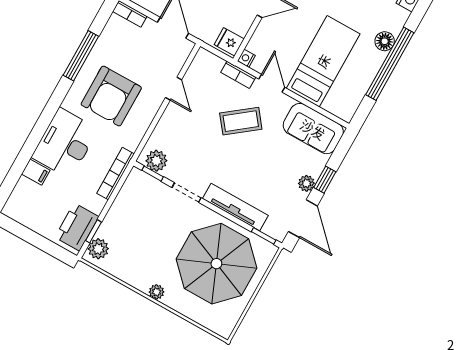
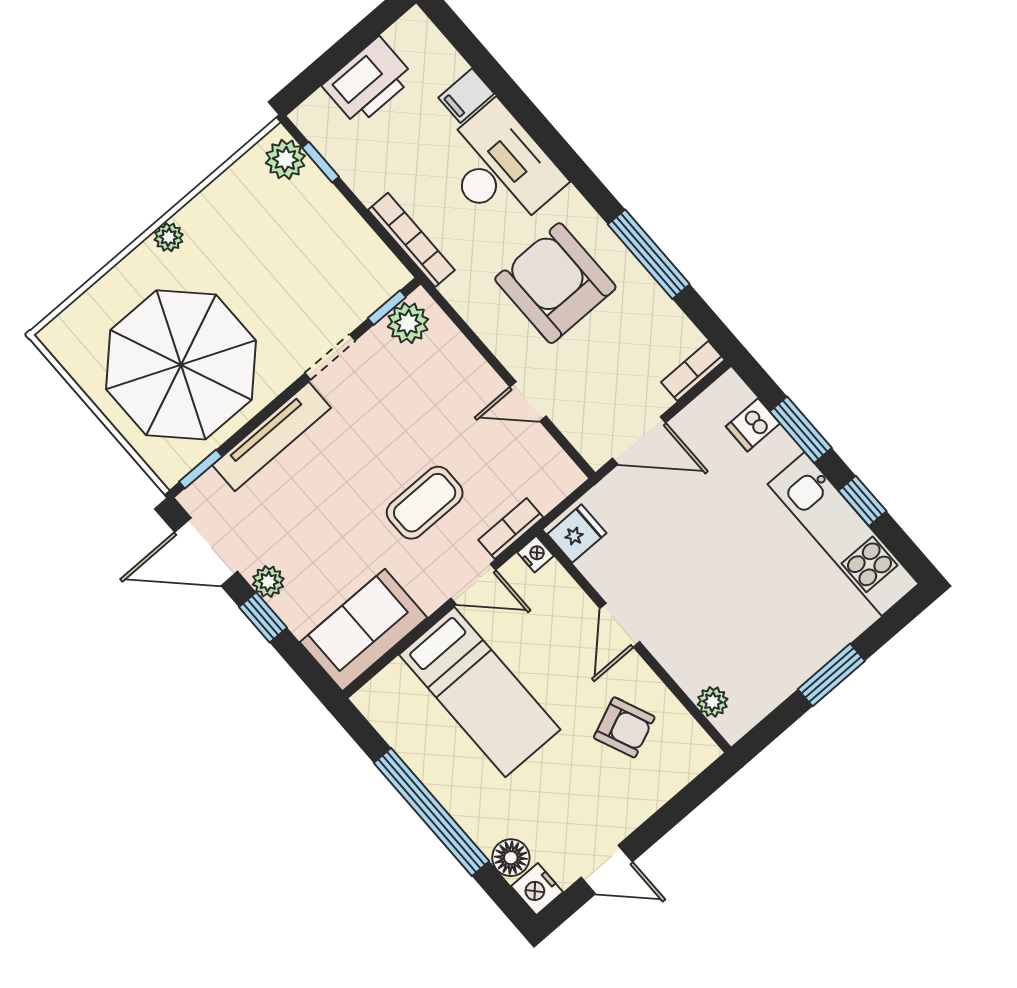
floor lamp: (385, 41) -> (511, 858), moved
coffee table: (241, 121) -> (425, 503), turned 38
printer: (77, 227) -> (368, 81), moved, turned 90

